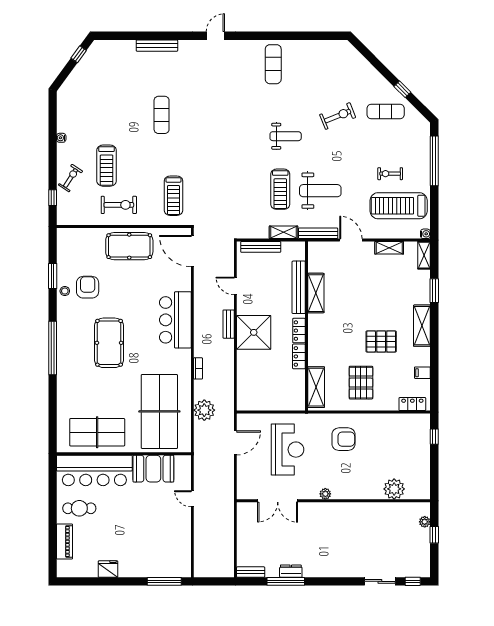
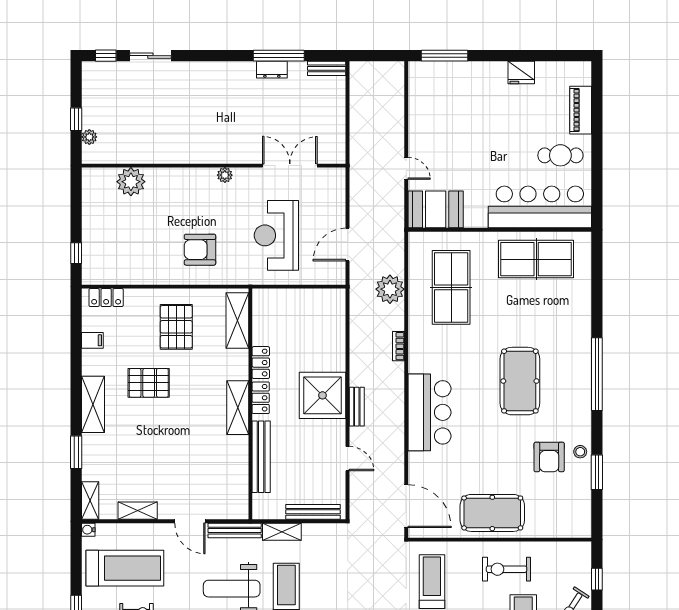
shelving: (316, 293) -> (238, 408), moved
table tennis table: (159, 411) -> (451, 287), width x0.73, depth x0.76
booth: (153, 469) -> (436, 209), moved

